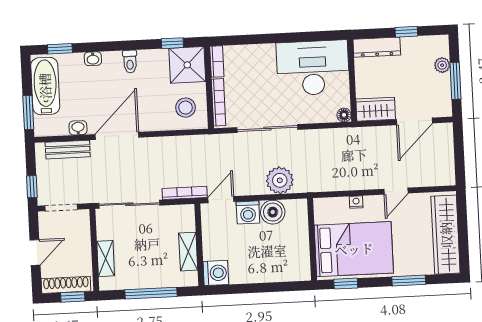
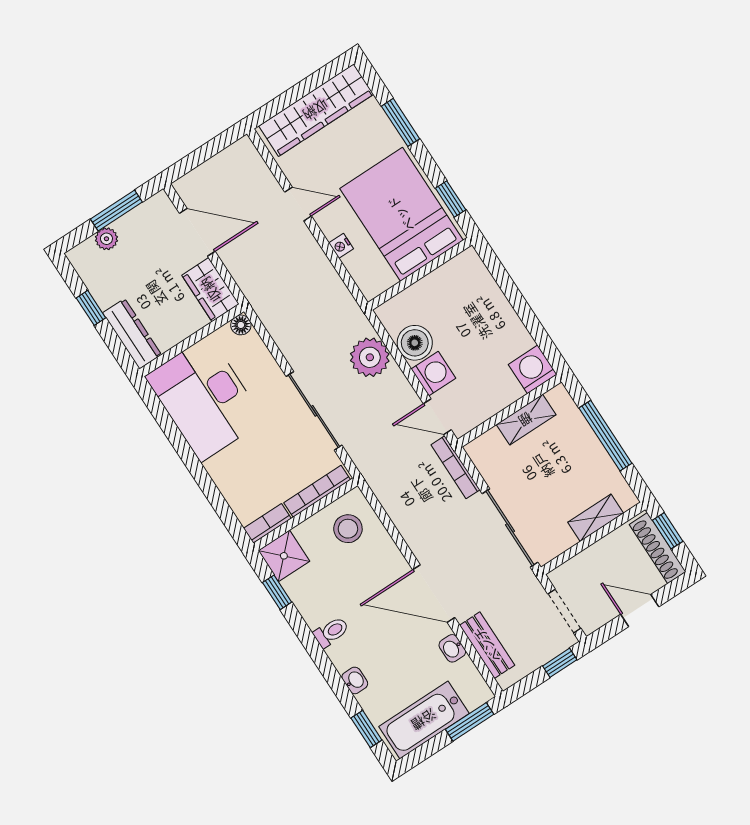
shower: (187, 65) -> (284, 556), width x0.73, depth x0.73

